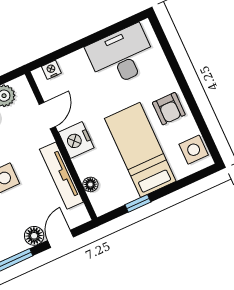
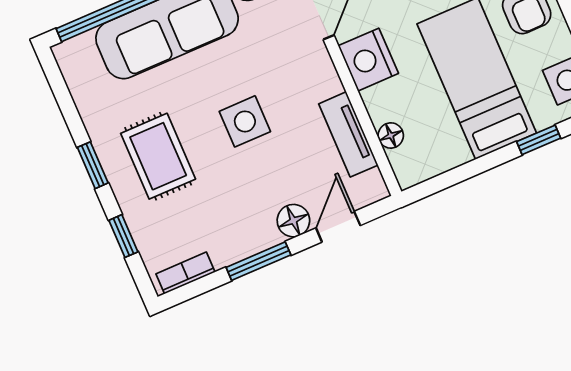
tv unit: (61, 176) -> (348, 134), width x0.71
window: (138, 203) -> (539, 140), moved

